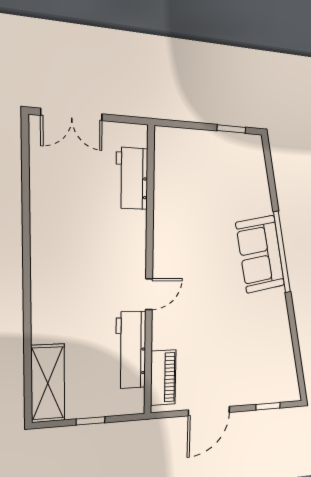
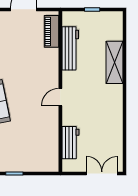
door: (149, 294) -> (60, 97), moved
shelving: (48, 383) -> (115, 62), moved

